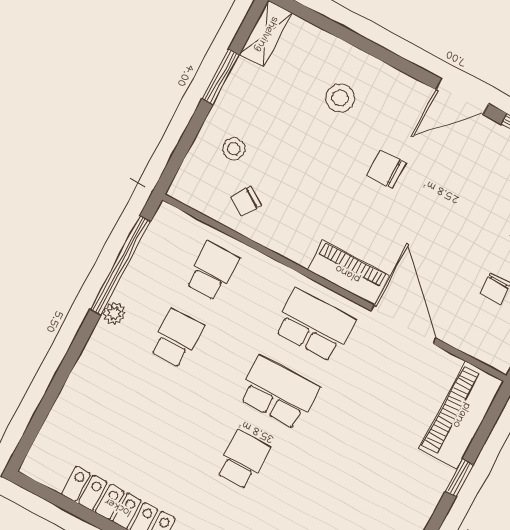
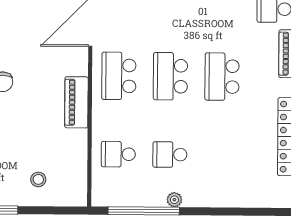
chair: (246, 201) -> (66, 156), removed
piano: (348, 273) -> (76, 102), moved
school desk: (243, 460) -> (222, 77), width x1.85

